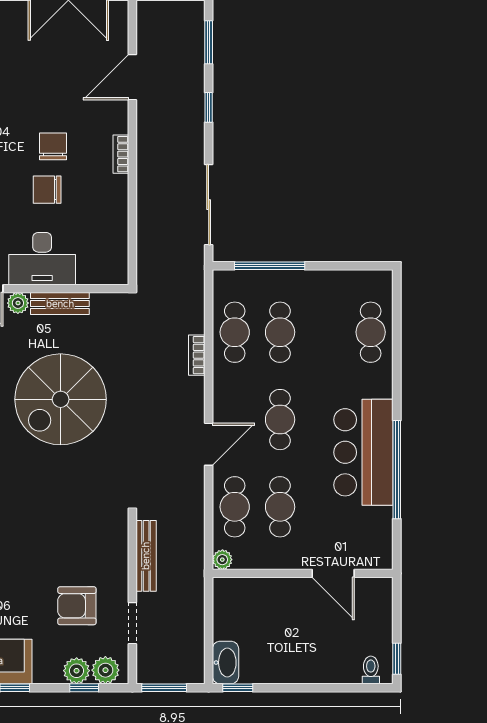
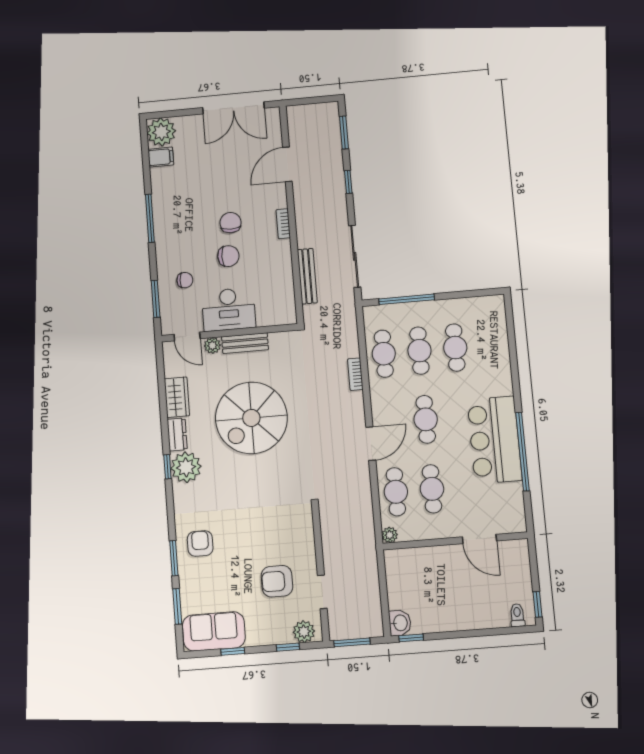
chair: (47, 190) -> (228, 256), turned 180
cafe table: (371, 332) -> (455, 348), moved
bench: (146, 556) -> (307, 276), moved
washbasin: (225, 663) -> (400, 623), width x0.72
plant: (77, 671) -> (281, 634), removed

